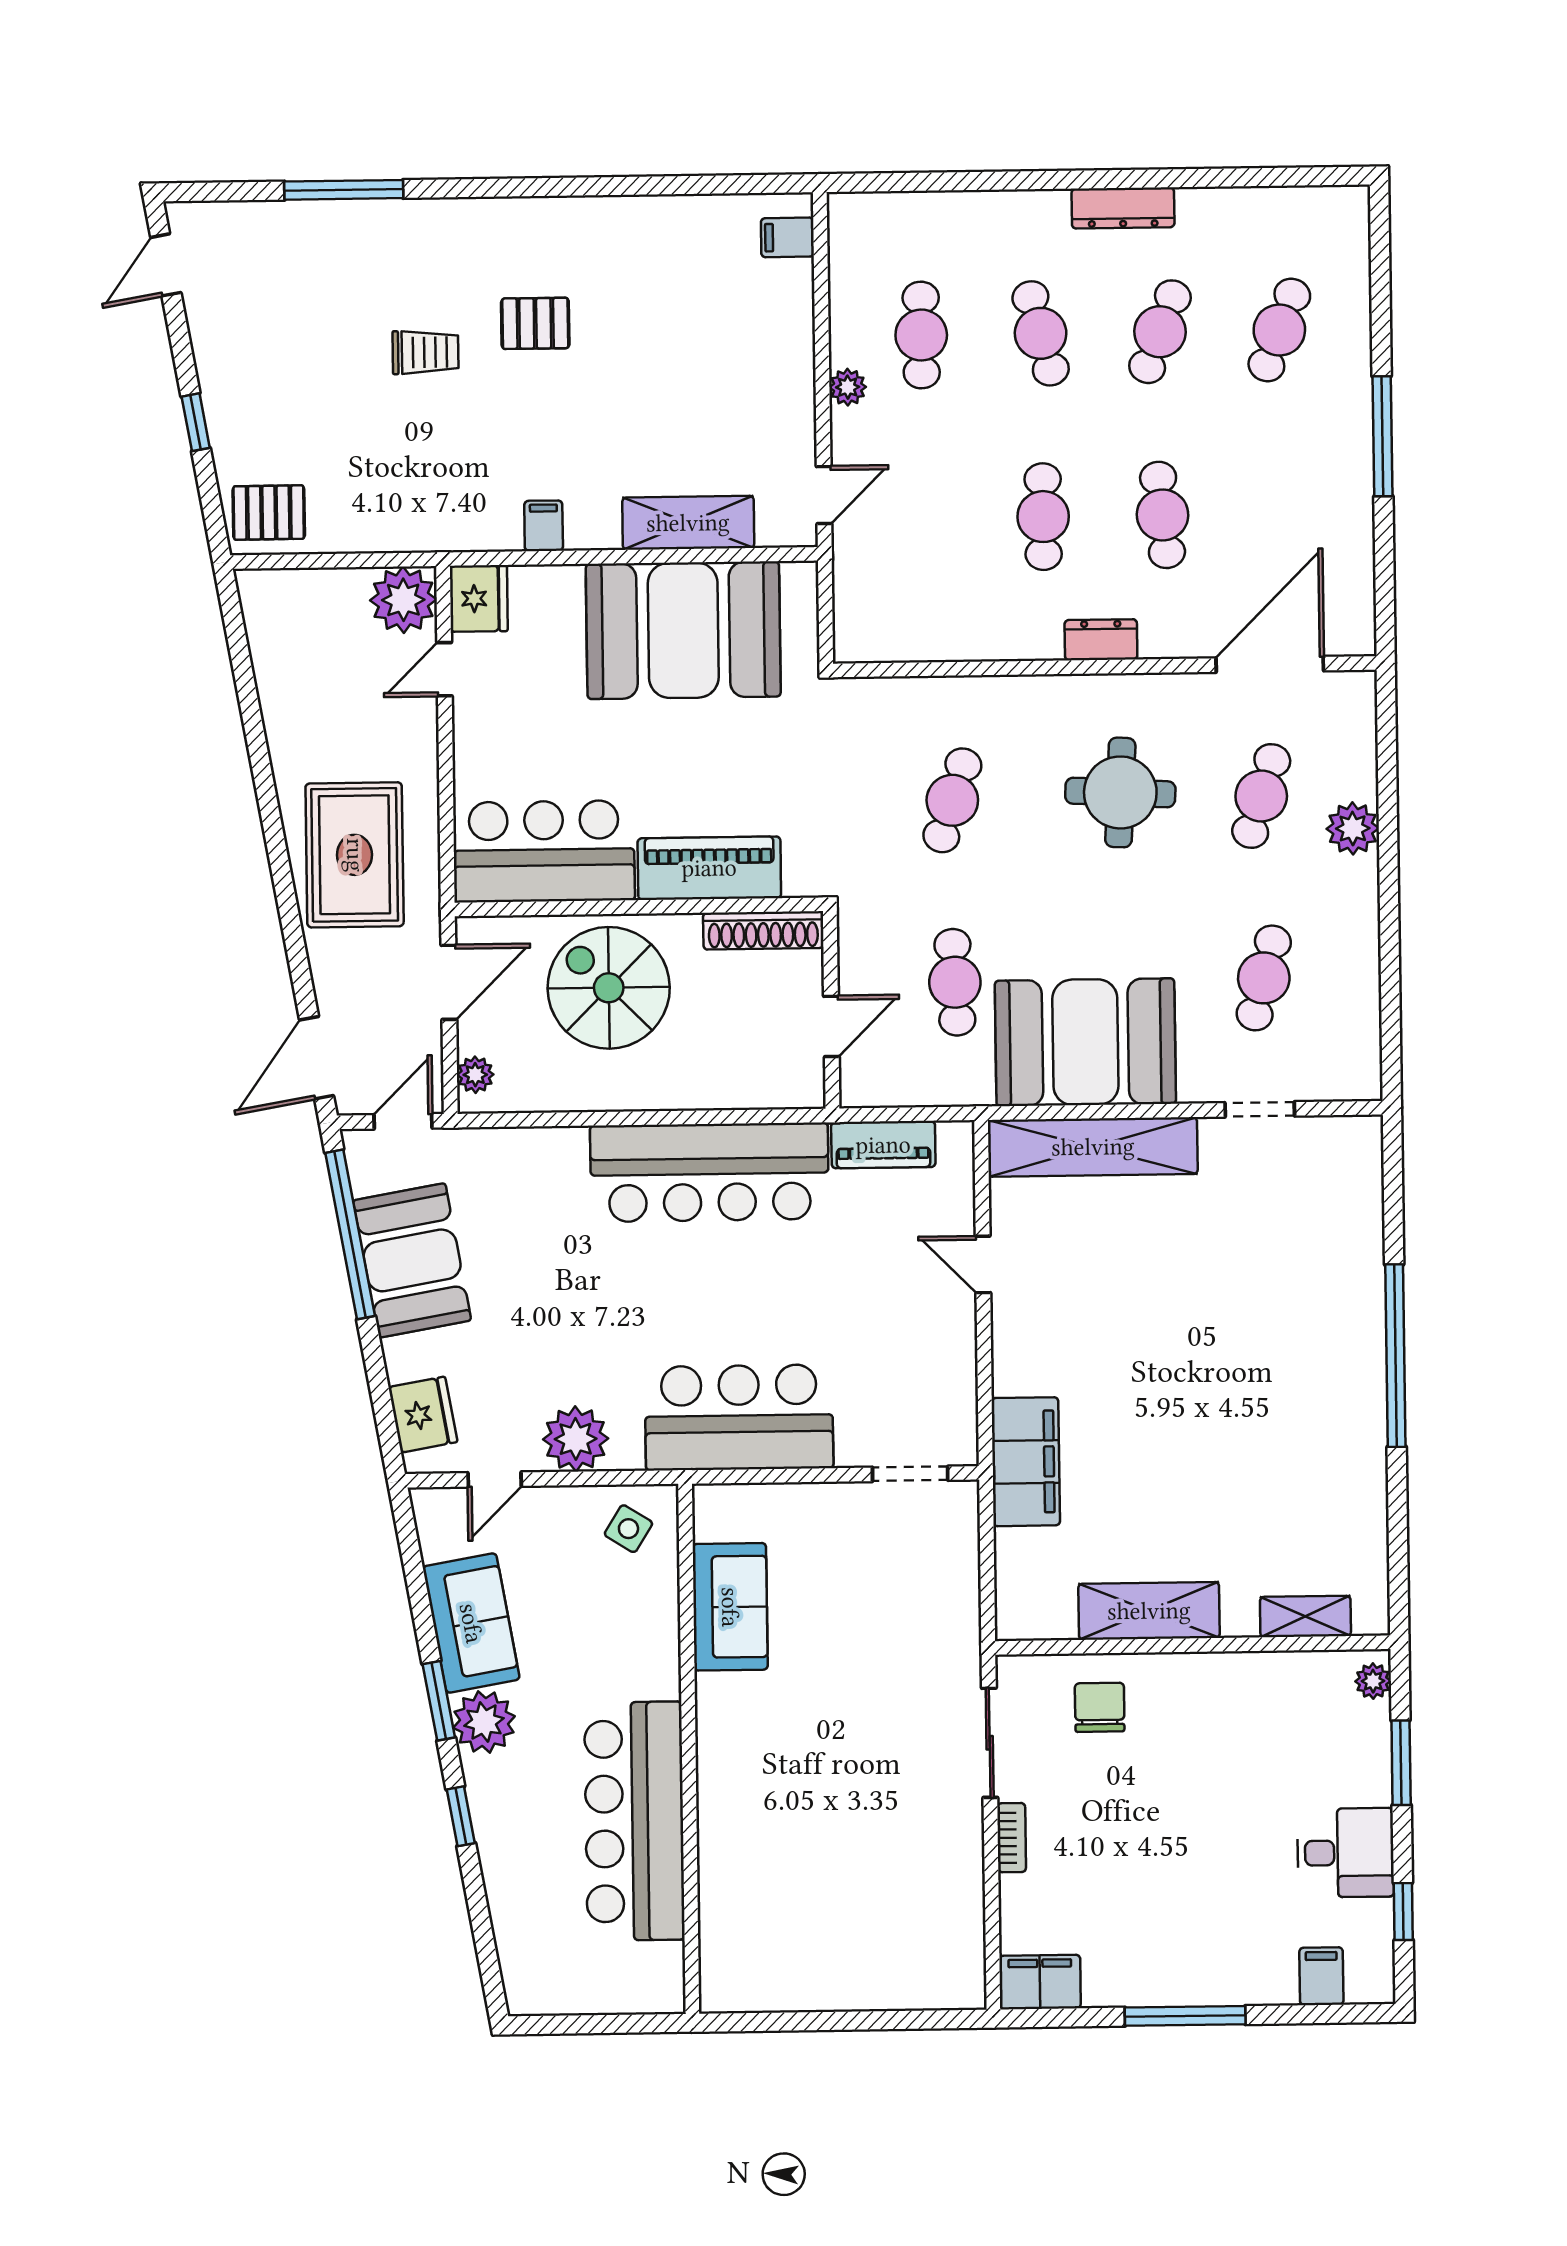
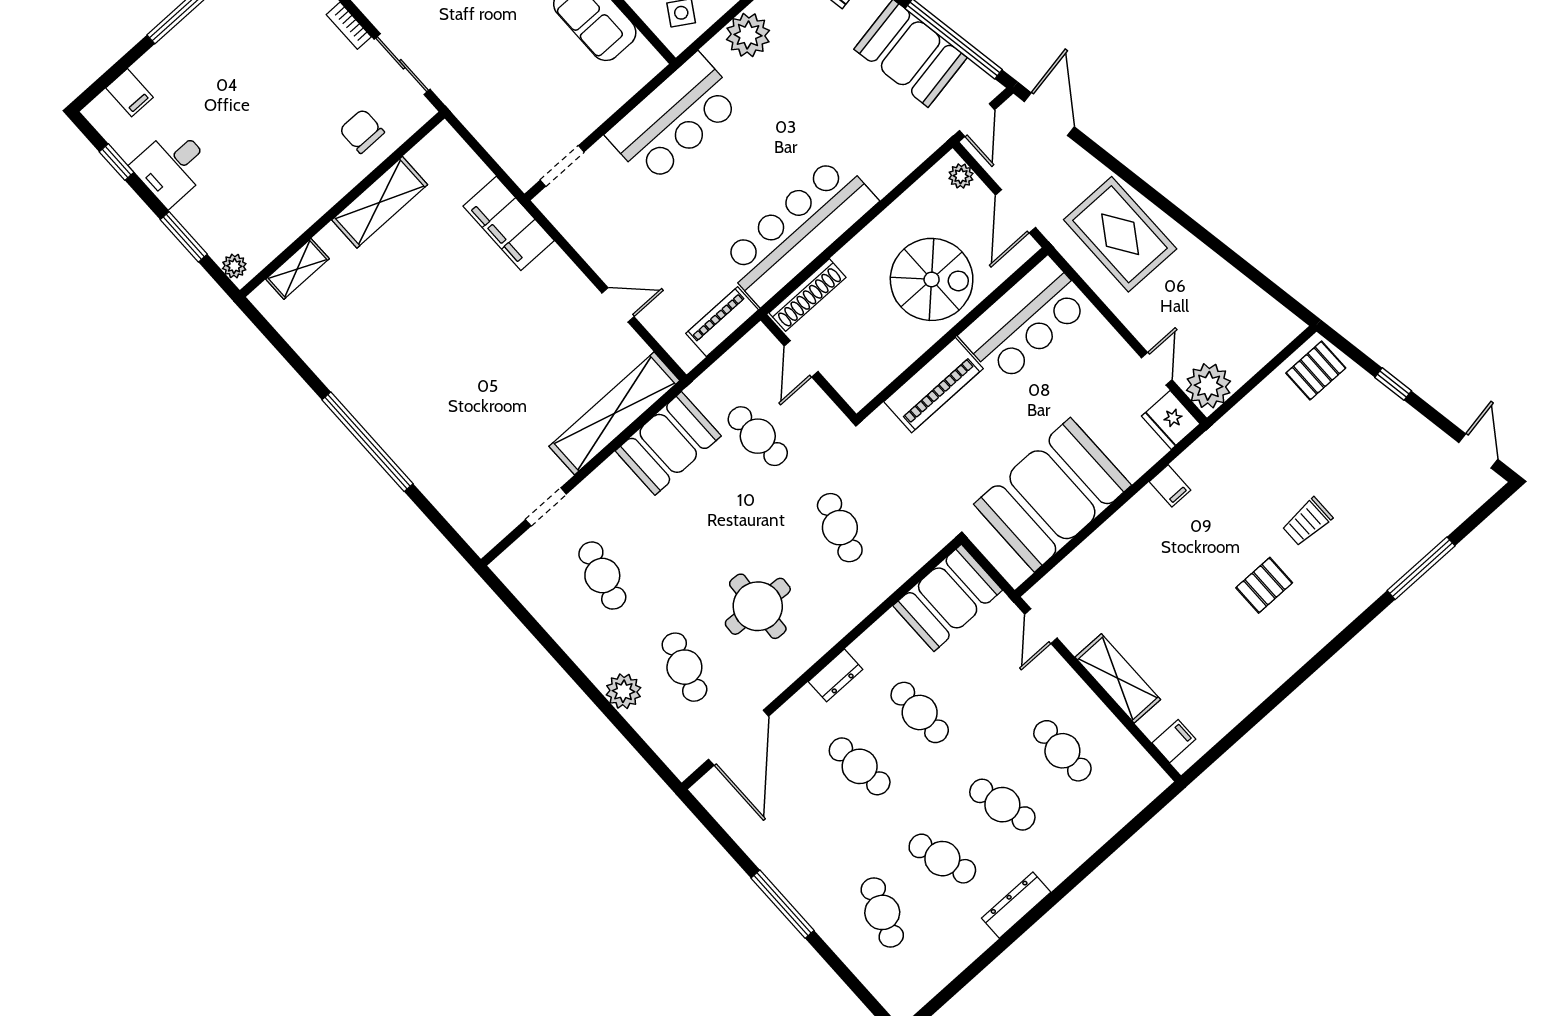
cafe table: (1160, 332) -> (942, 859), turned -39
plant: (848, 387) -> (1077, 692), removed
shelving: (688, 523) -> (1118, 678), moved, turned 90
booth: (901, 617) -> (948, 598), added
shoe rack: (763, 930) -> (807, 295), moved, turned 180
booth: (1085, 1042) -> (668, 443), width x0.73, depth x0.70
chair: (1100, 1707) -> (362, 131), turned 180

